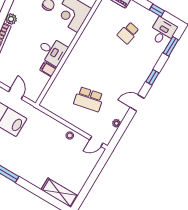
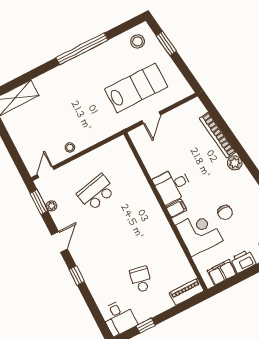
window: (171, 46) -> (39, 202), moved
filing cabinet: (48, 69) -> (176, 209), moved
door: (16, 94) -> (151, 118), hinge flipped

